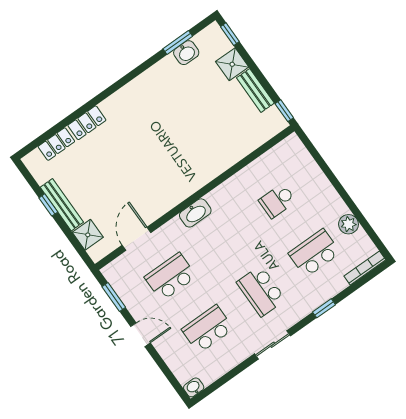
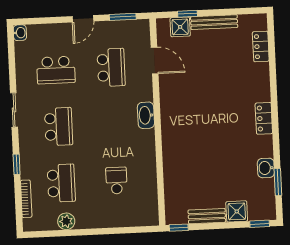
washbasin: (186, 53) -> (266, 168), moved
locker: (87, 123) -> (264, 118), moved
window: (48, 205) -> (187, 14), moved
bookcase: (365, 268) -> (26, 199), moved
school desk: (261, 291) -> (59, 127), turned 90
school desk: (208, 329) -> (56, 70), turned 90

